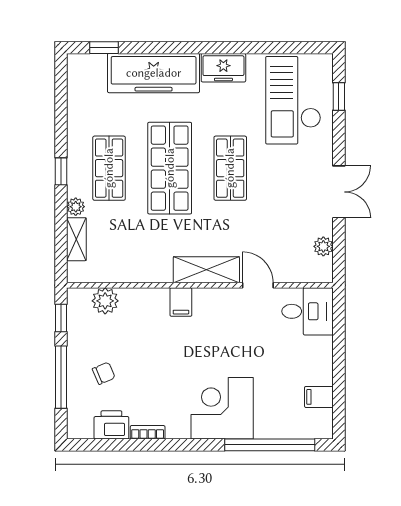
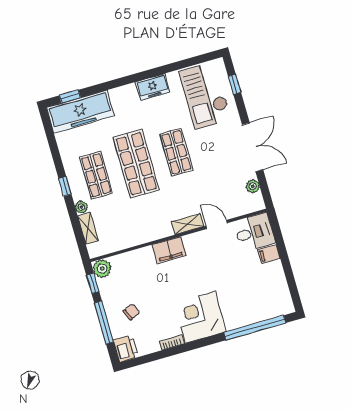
freezer: (154, 73) -> (81, 112), moved
double door: (339, 192) -> (253, 147), width x1.37
shelving: (206, 270) -> (188, 224), width x0.67, depth x0.75
plant: (105, 301) -> (102, 268), moved
filing cabinet: (181, 302) -> (169, 250), width x2.00
filing cabinet: (319, 397) -> (269, 254), moved
corner desk: (222, 408) -> (200, 317), moved
printer: (111, 425) -> (126, 348), moved, turned 90

